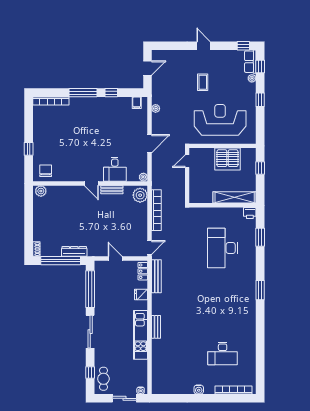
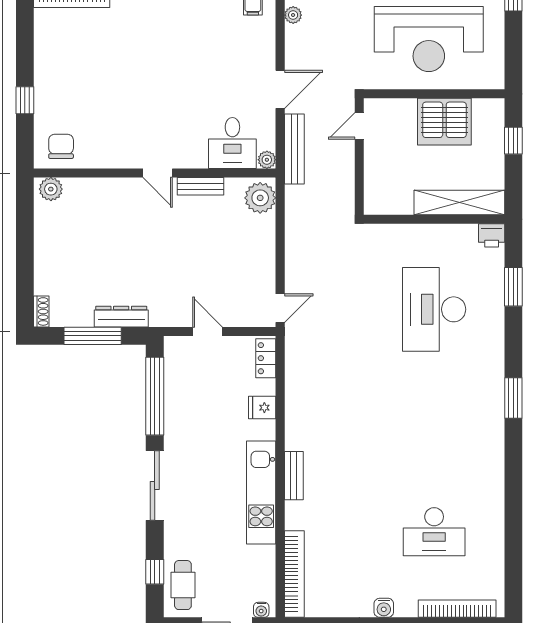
reception desk: (220, 120) -> (429, 39), turned 180
desk: (115, 169) -> (232, 143), moved
bookcase: (156, 210) -> (294, 574), moved
window: (61, 261) -> (93, 336), width x0.68
bench: (156, 276) -> (294, 149), moved

